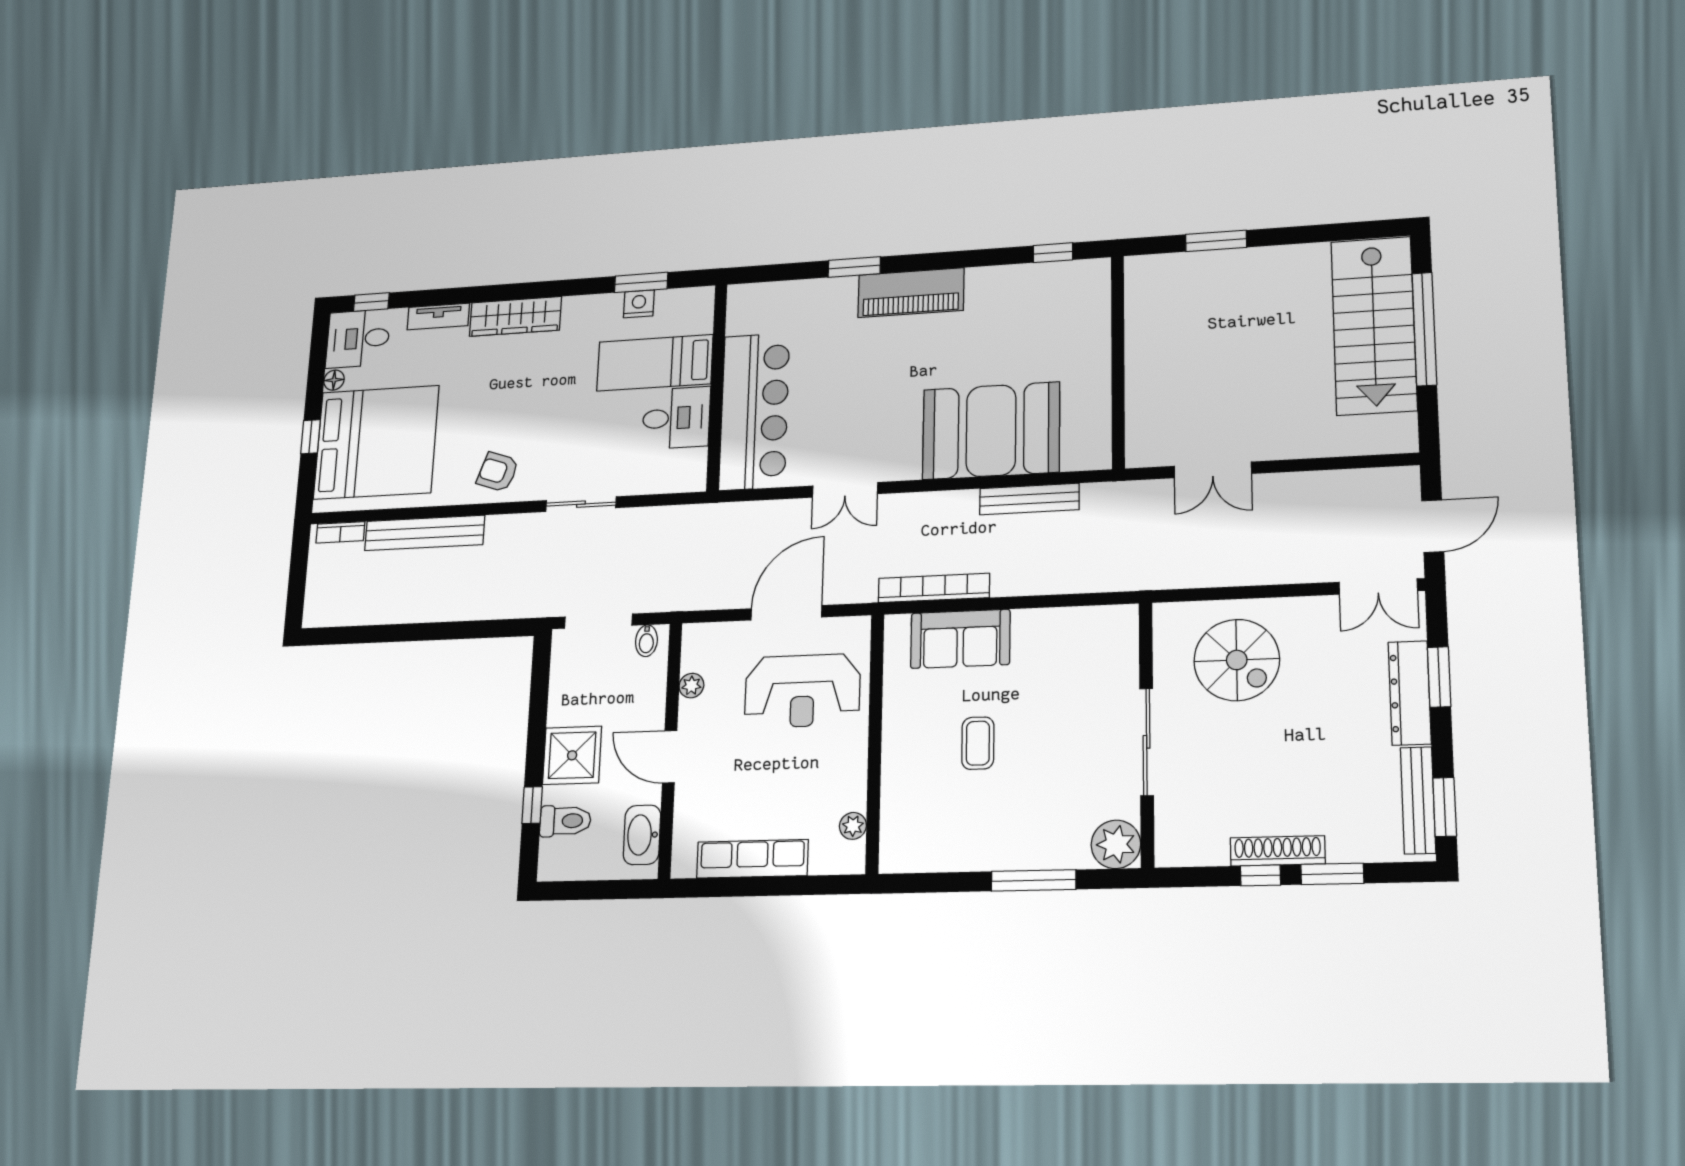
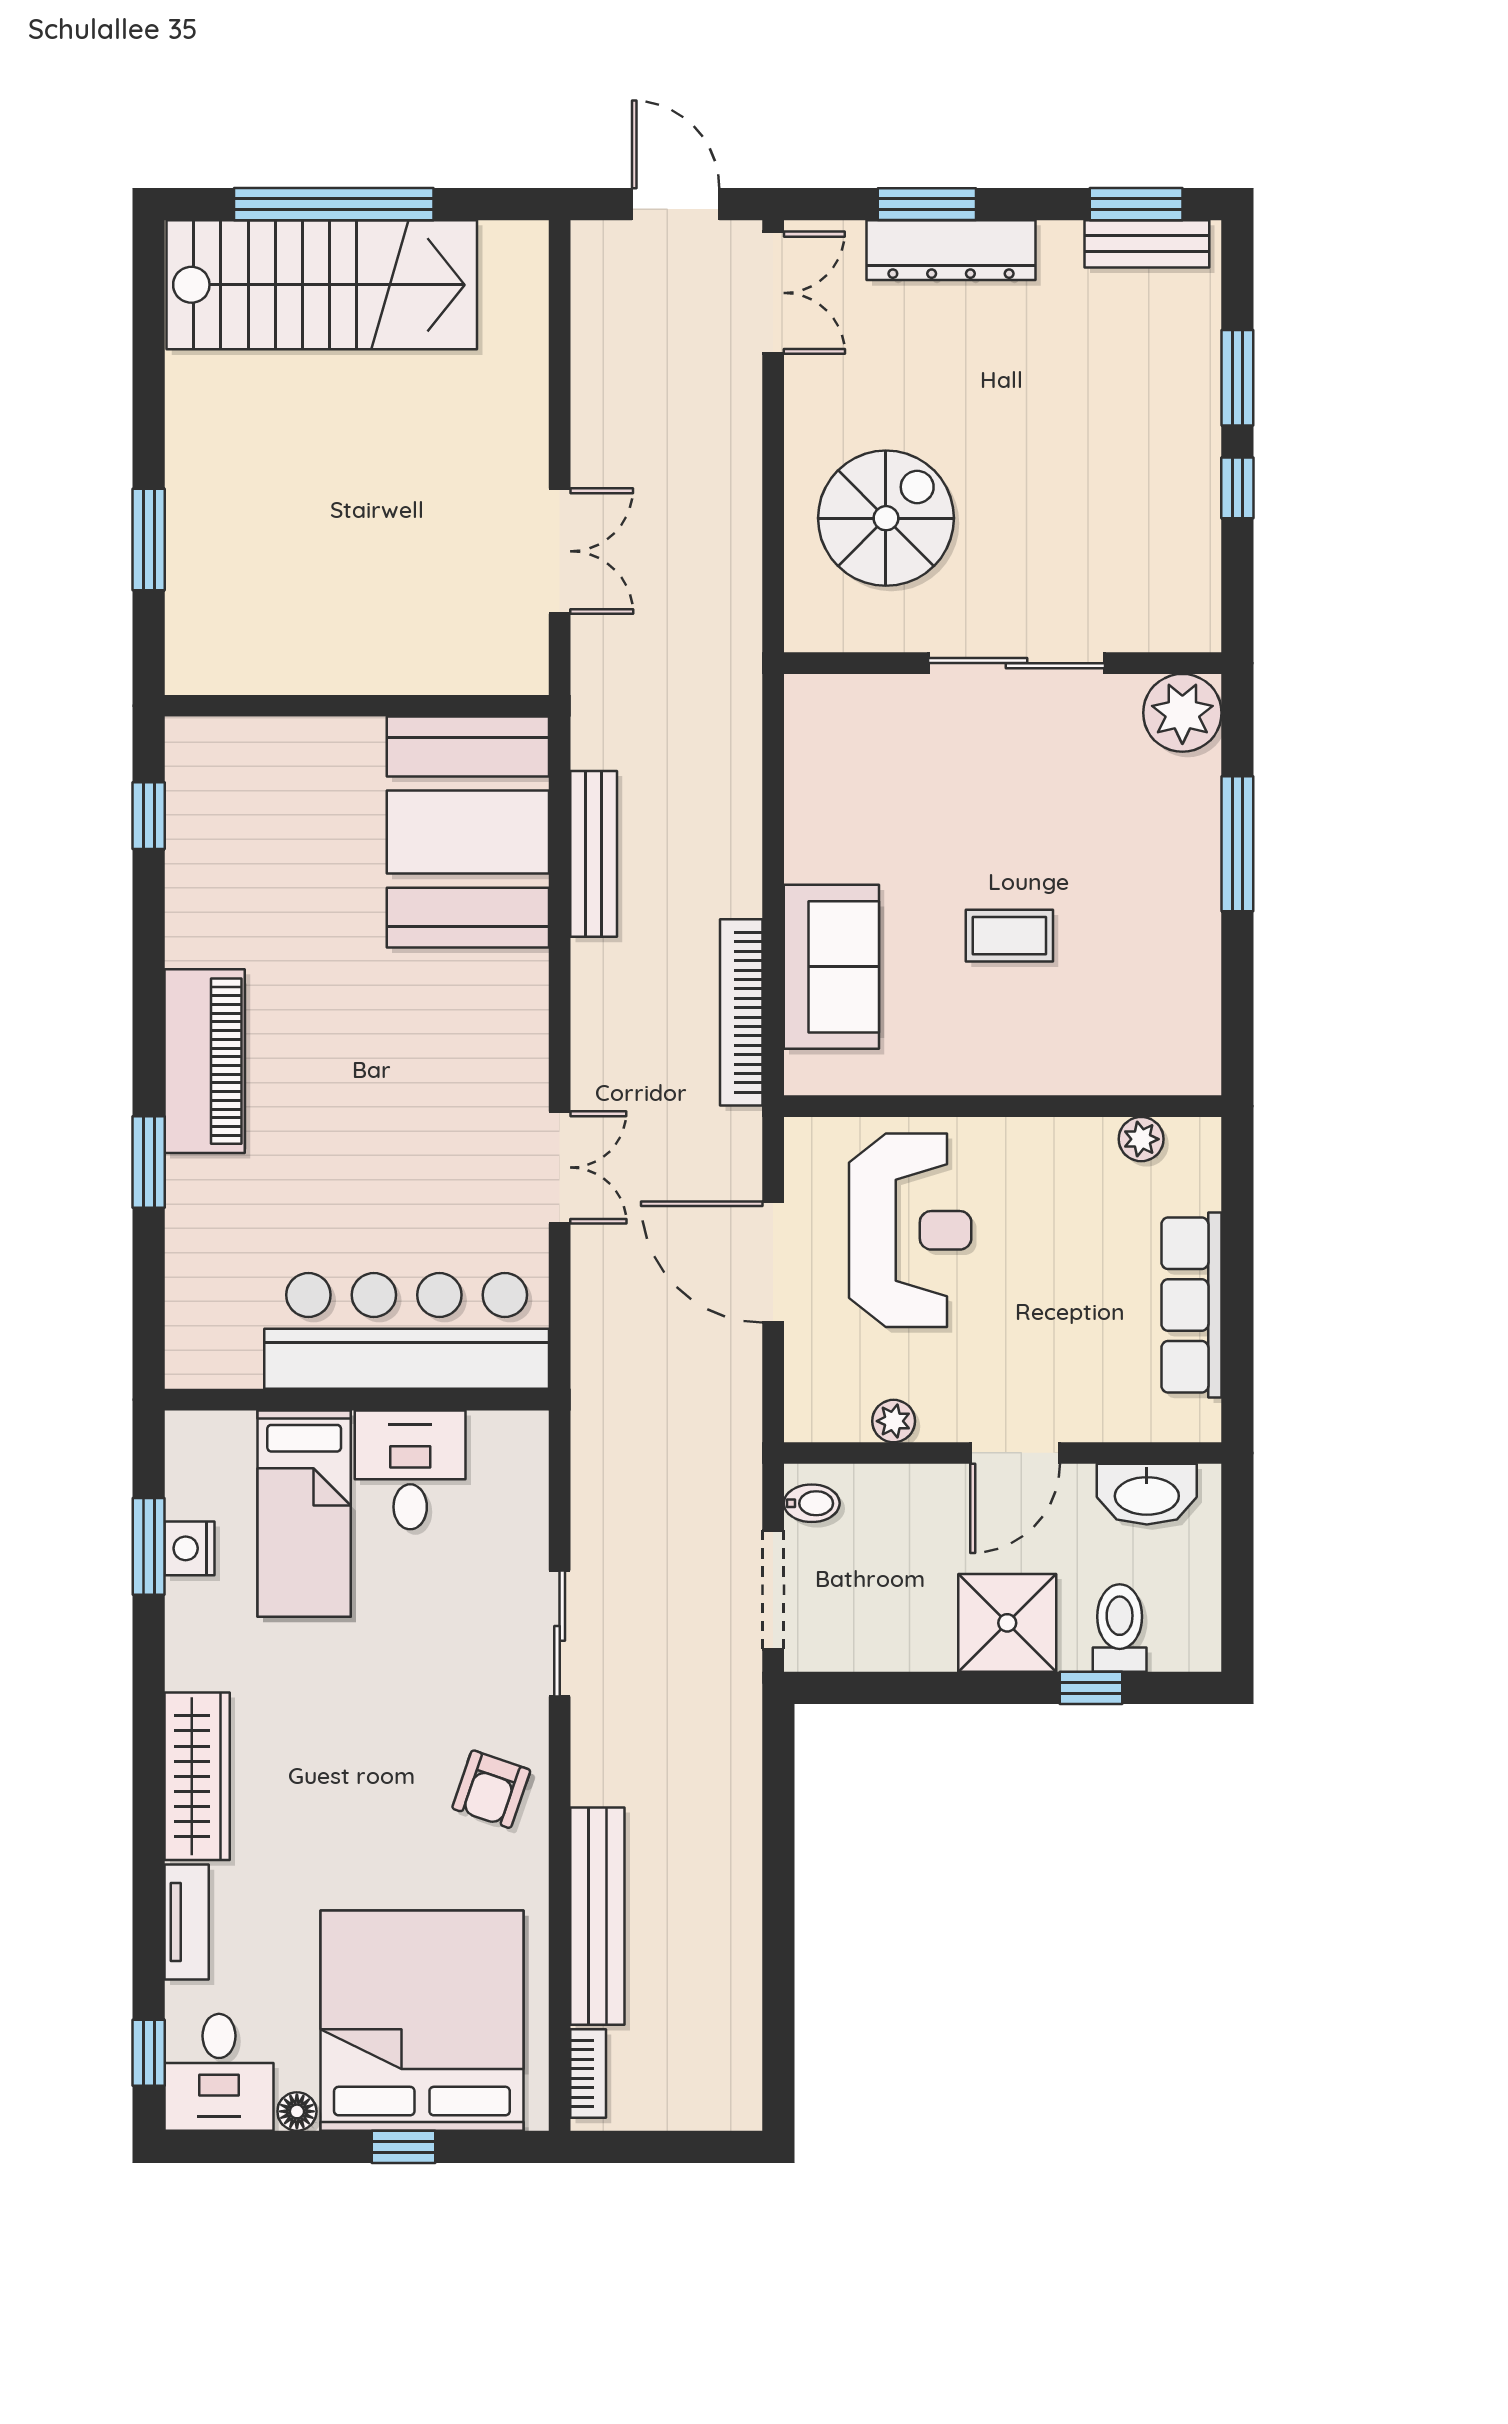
booth: (991, 431) -> (468, 832), moved
bench: (1418, 800) -> (1147, 244), width x0.73
shoe rack: (1278, 851) -> (1199, 461), removed

